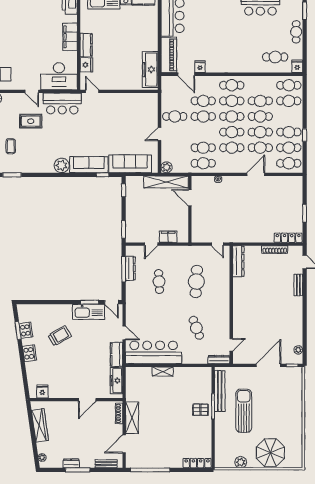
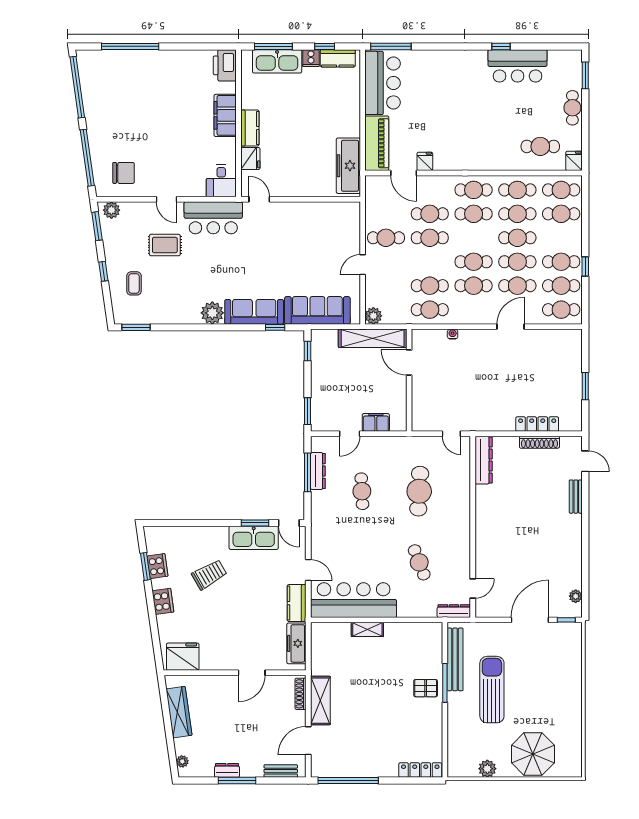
desk: (59, 76) -> (221, 181), width x0.53, depth x0.77
cafe table: (232, 116) -> (517, 190), moved
locker: (288, 238) -> (537, 424), moved
fridge: (42, 391) -> (183, 657), width x1.88, depth x1.34

